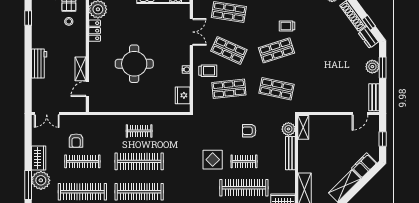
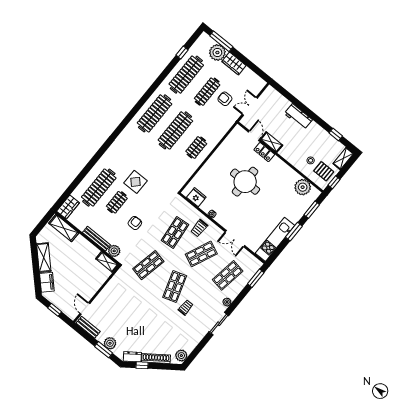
locker: (95, 31) -> (264, 152), moved
double door: (47, 113) -> (250, 106), moved

